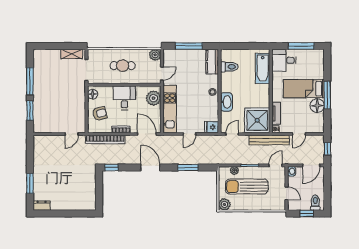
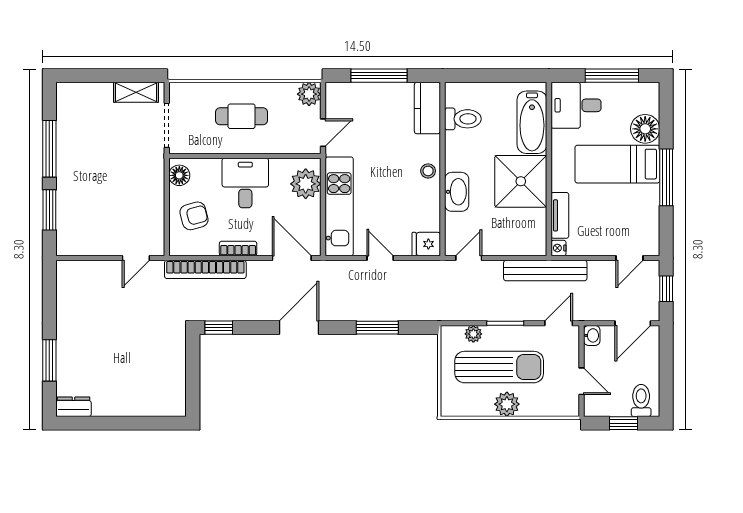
floor lamp: (317, 106) -> (645, 129), moved
shower: (257, 120) -> (521, 181), moved
door: (189, 134) -> (380, 258), swing flipped
door: (299, 134) -> (630, 258), moved
door: (150, 167) -> (299, 328), hinge flipped
sun lounger: (247, 187) -> (499, 367), turned 180
plant: (224, 204) -> (507, 404), moved

